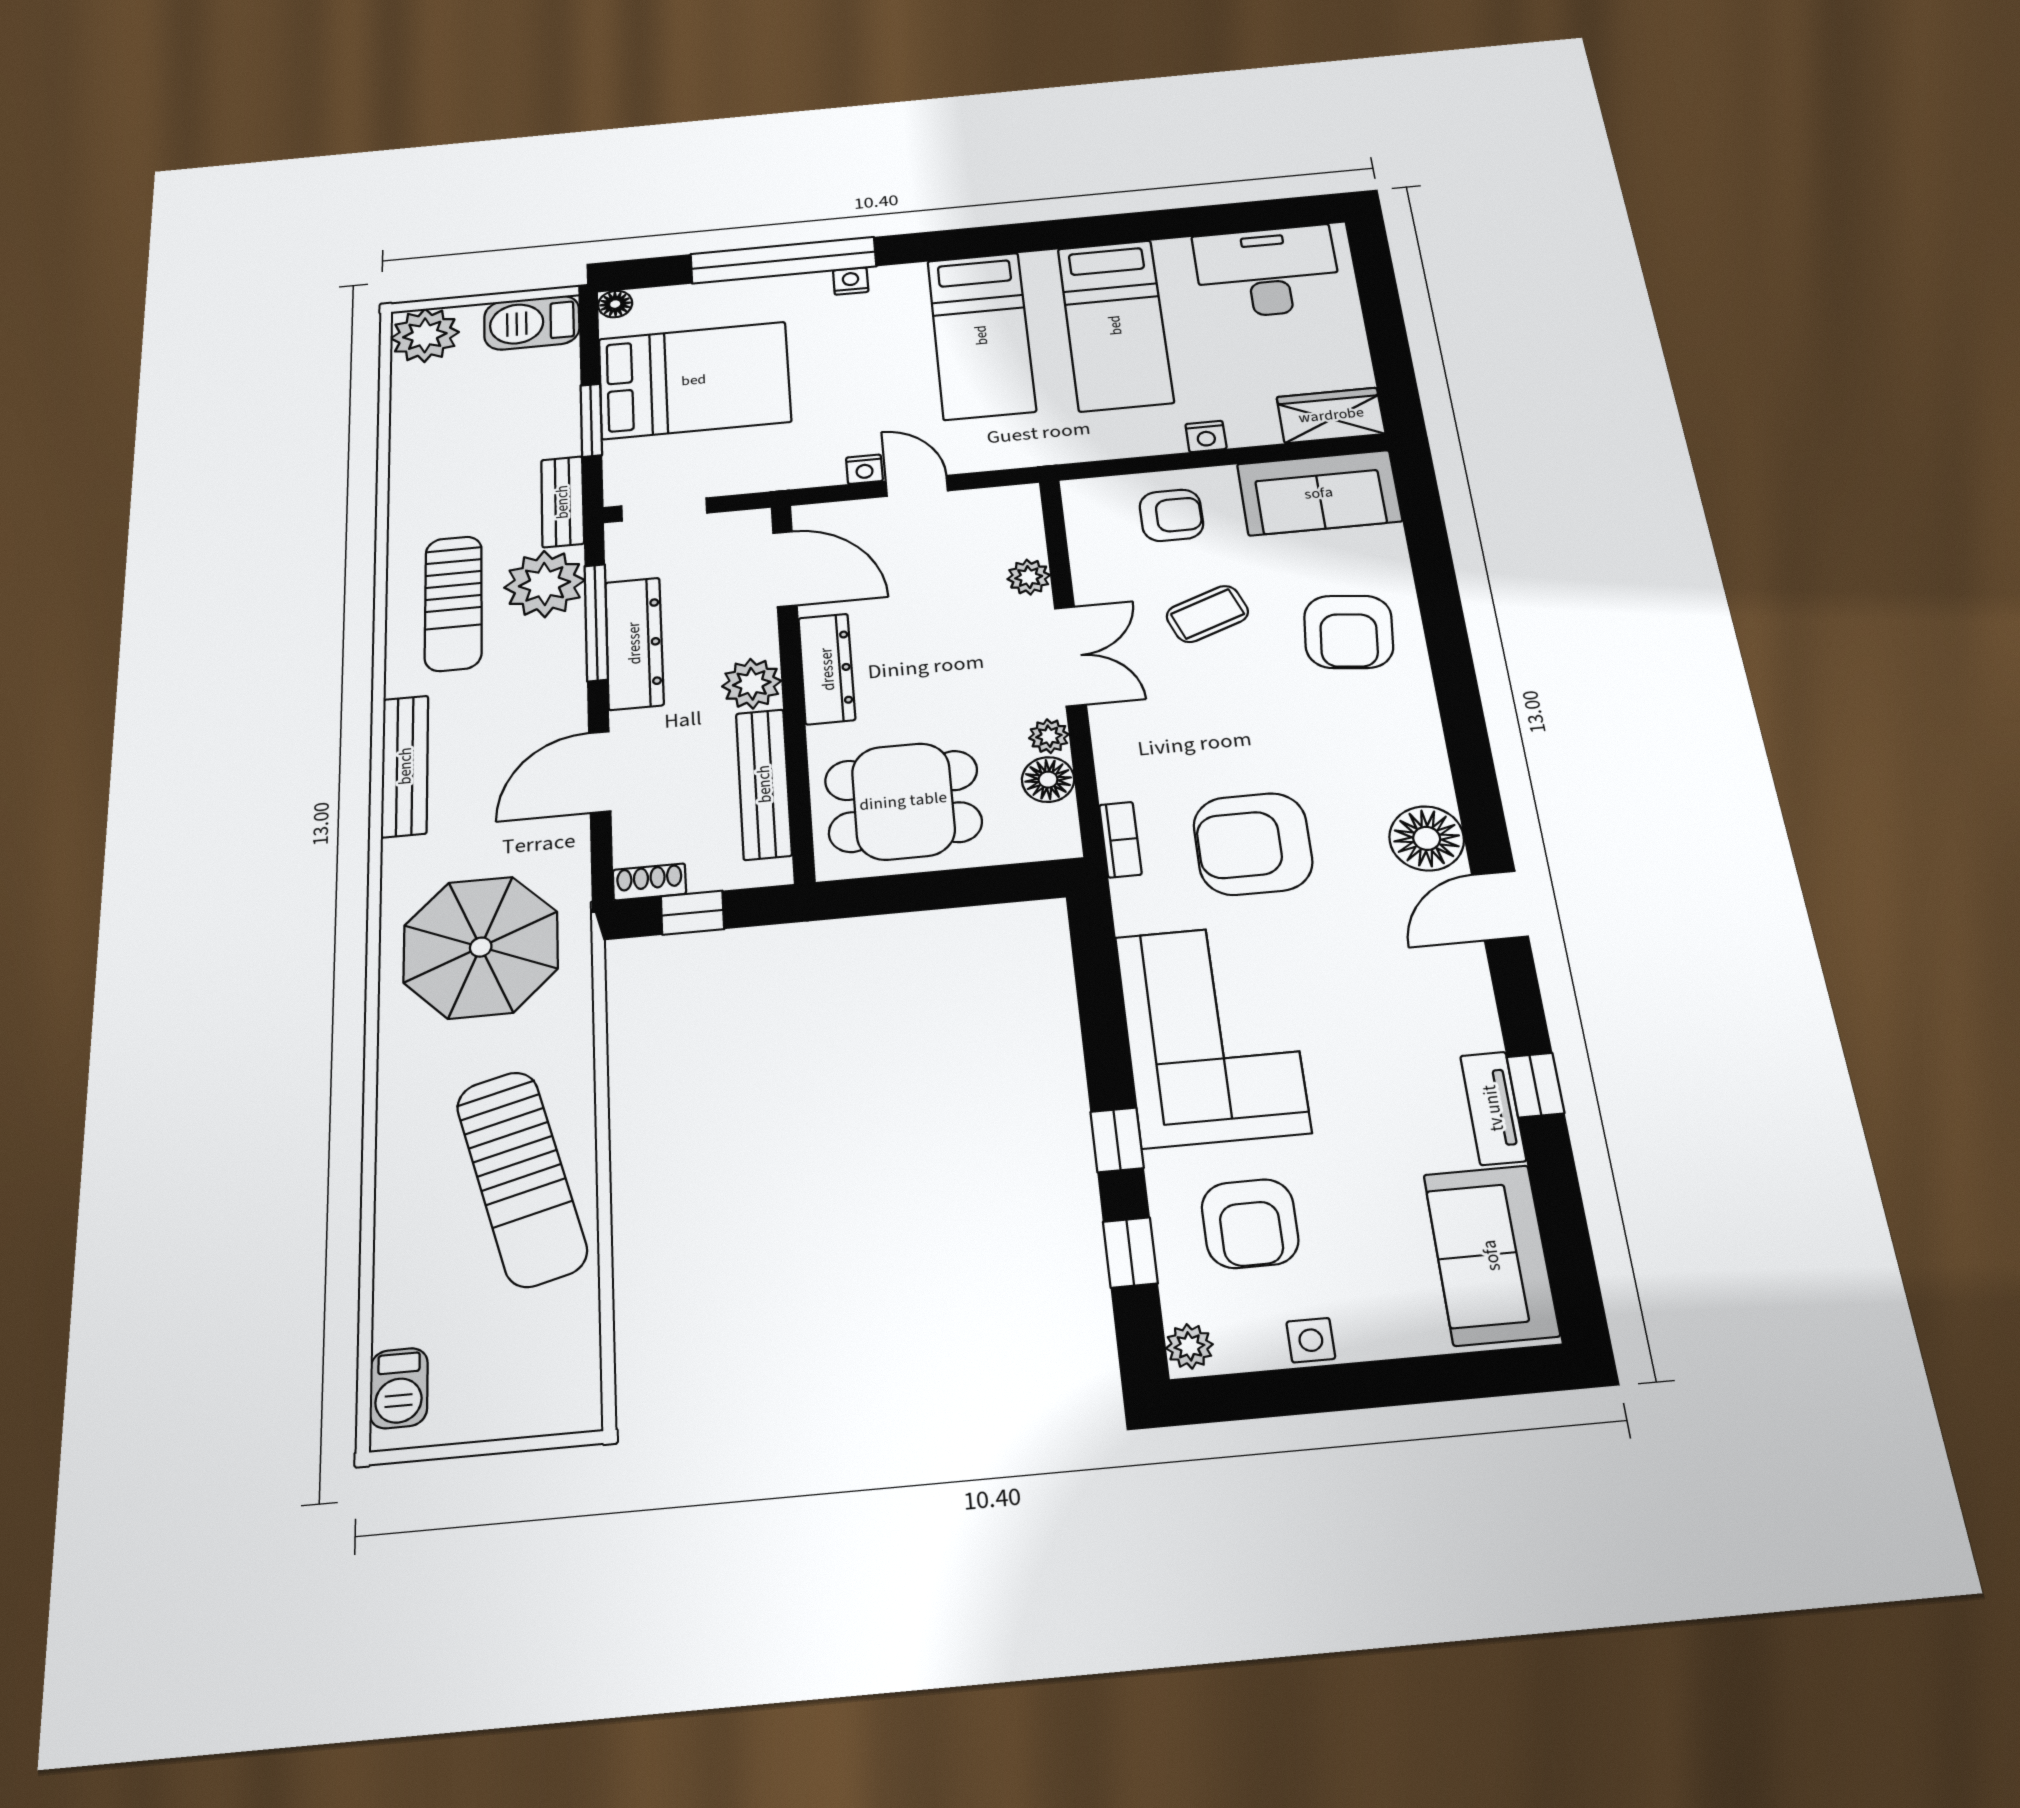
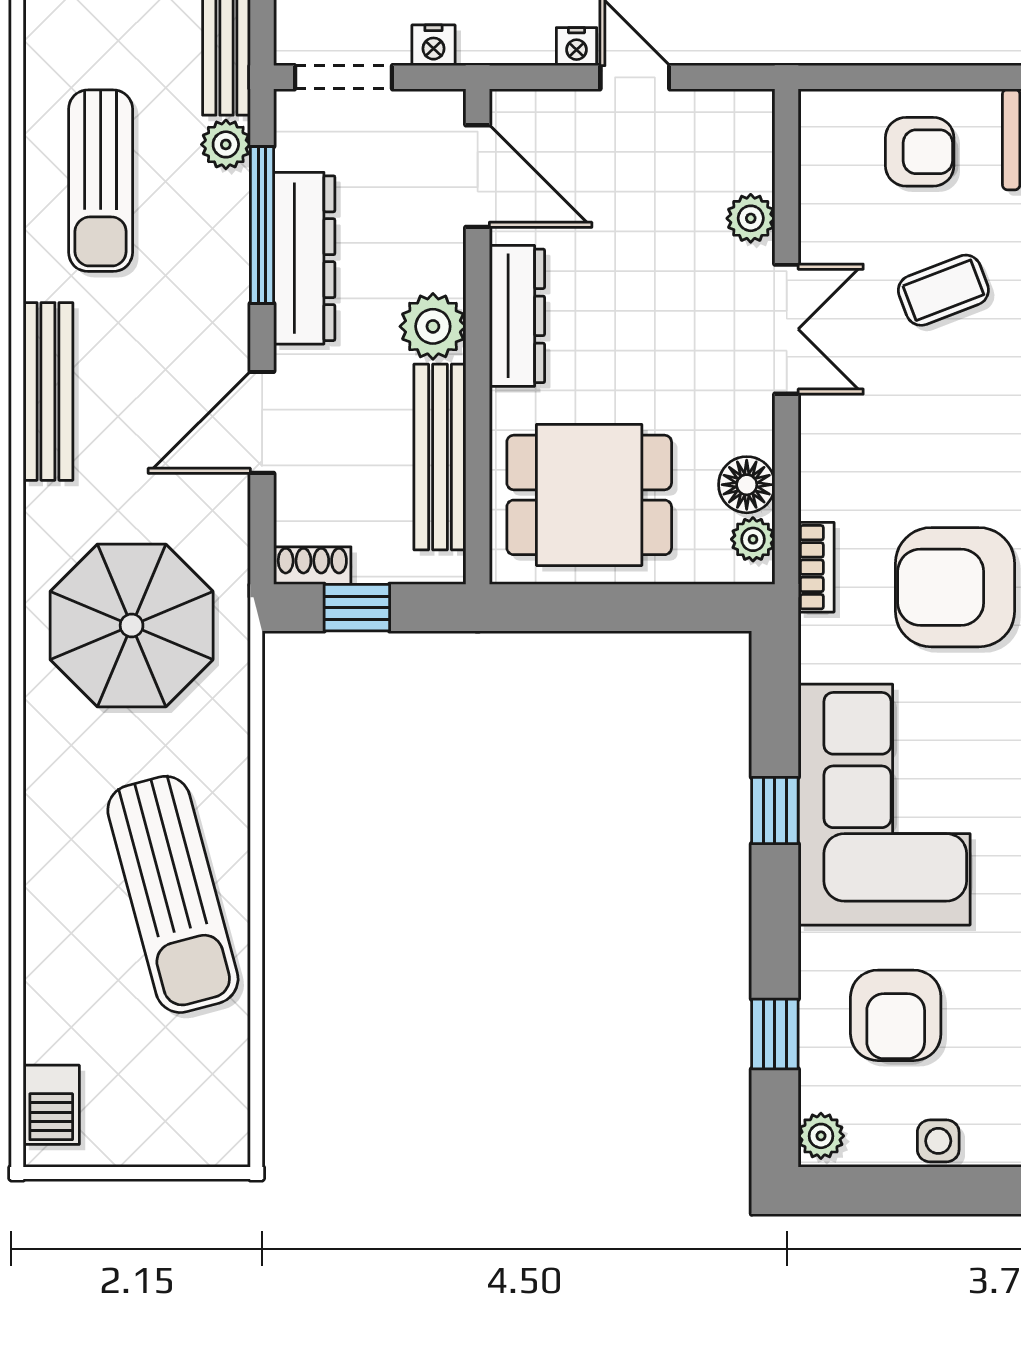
nightstand: (1206, 436) -> (433, 45), moved
plant: (544, 584) -> (226, 144), width x0.53, depth x0.53
plant: (1049, 736) -> (753, 539), moved
window: (1117, 1140) -> (775, 811), moved

